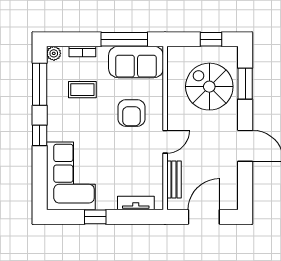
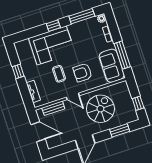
spiral stairs: (209, 87) -> (100, 109), moved
coffee table: (82, 90) -> (59, 74), moved
corner sofa: (71, 176) -> (52, 45), moved

